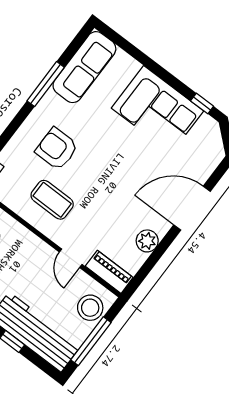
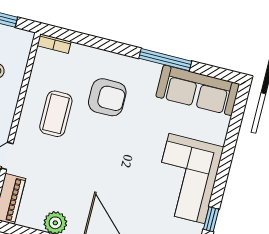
armchair: (57, 149) -> (107, 97), turned 90

